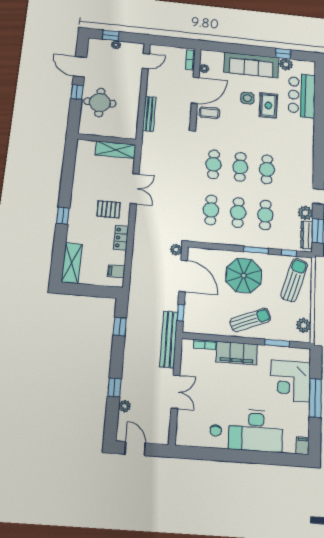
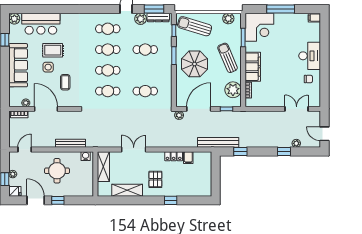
fridge: (94, 45) -> (15, 191), added
door: (146, 61) -> (25, 150), hinge flipped
plant: (286, 64) -> (14, 19), moved
door: (80, 67) -> (36, 200), swing flipped
round table: (100, 102) -> (57, 171), moved
coffee table: (209, 113) -> (65, 82), moved
water cooler: (131, 130) -> (86, 156), added
pallet: (109, 209) -> (155, 179), moved
cafe table: (238, 212) -> (108, 29), moved
window: (63, 216) -> (171, 200), moved
shelving: (72, 263) -> (127, 190), moved
filing cabinet: (116, 271) -> (188, 158), moved
plant: (206, 324) -> (233, 90), added
bench: (169, 339) -> (218, 142), moved
corner desk: (290, 381) -> (259, 27), moved
double door: (175, 392) -> (297, 109), moved
desk: (256, 431) -> (310, 56), width x0.73, depth x0.77
door: (135, 449) -> (325, 134), hinge flipped

